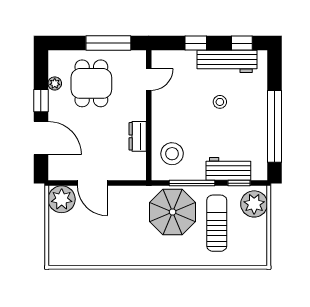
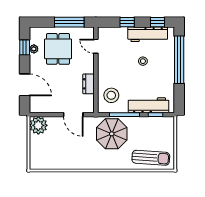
door: (149, 79) -> (96, 46), swing flipped
window: (41, 101) -> (25, 47), moved
window: (275, 126) -> (179, 60), moved
workbench: (228, 169) -> (149, 105), width x1.38
door: (92, 183) -> (73, 115), moved
plant: (254, 204) -> (166, 128), removed
sun lounger: (217, 223) -> (151, 158), moved, turned 94

